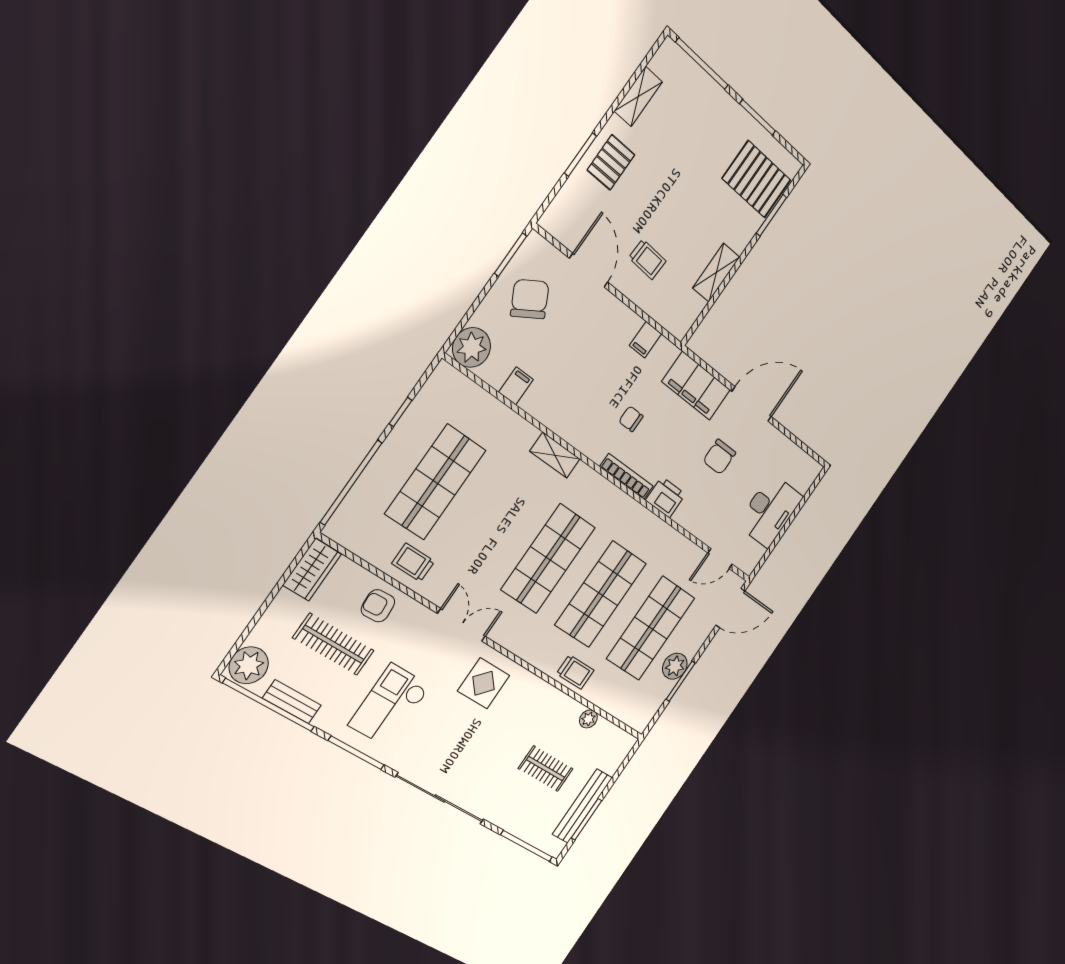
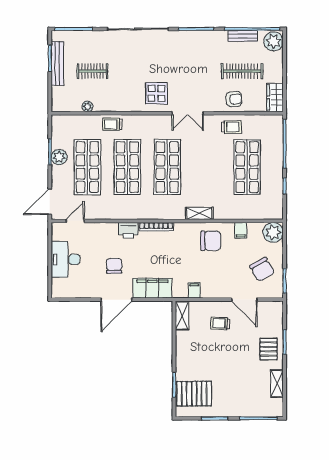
shelving: (716, 273) -> (182, 316), moved
chair: (631, 419) -> (211, 241), moved, width x1.87, depth x1.87
checkout: (390, 705) -> (196, 59), removed

